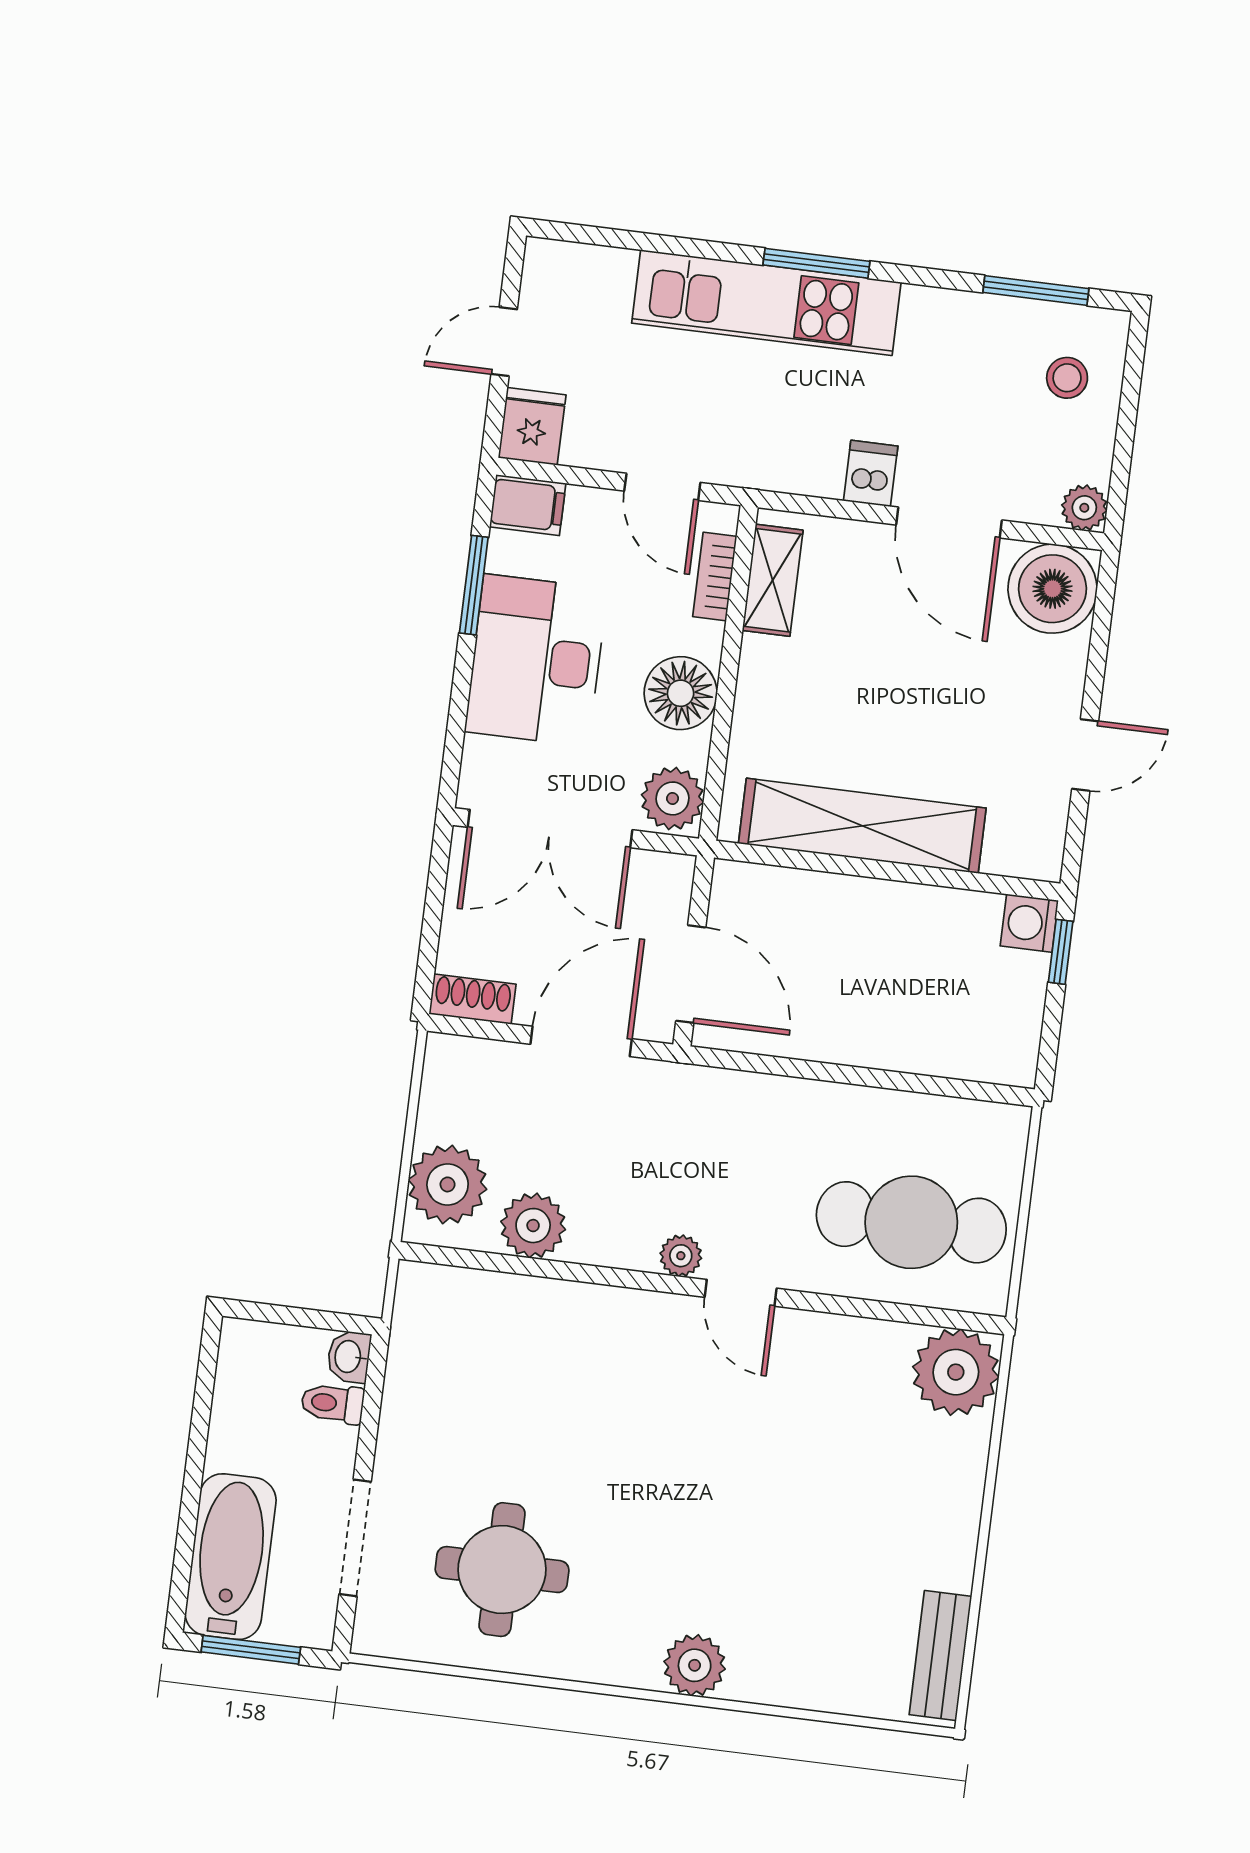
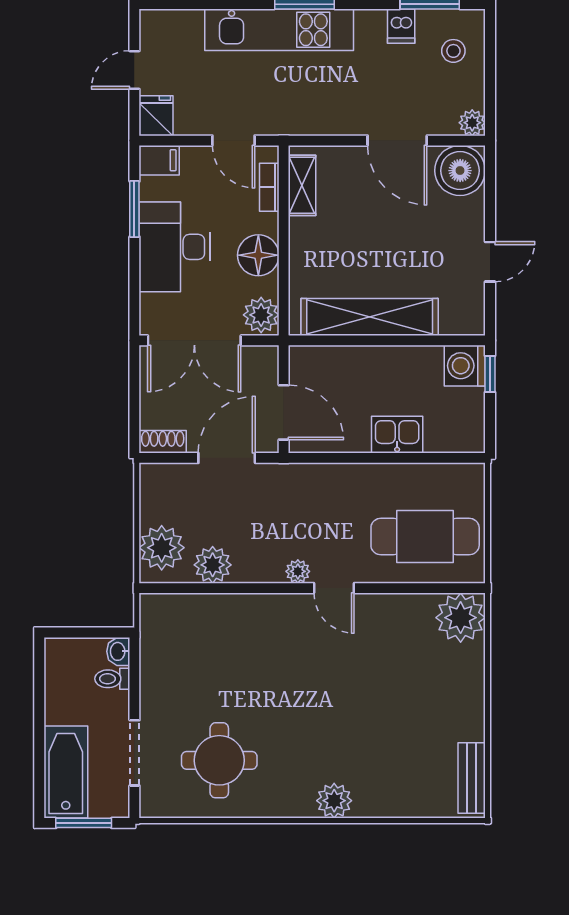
dishwasher: (871, 473) -> (401, 26), moved, turned 180
washing machine: (1029, 923) -> (465, 366), width x1.38, depth x1.38
kitchen sink: (885, 1038) -> (397, 435), added

